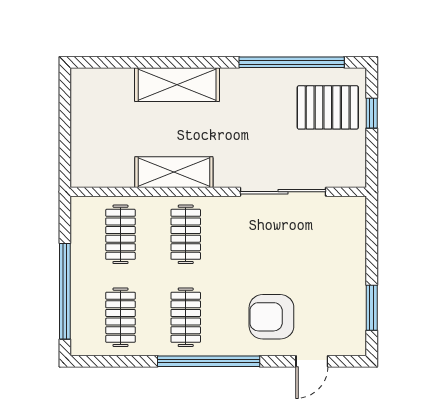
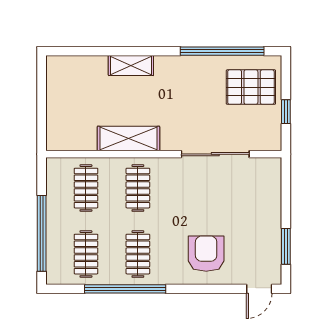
shelving: (177, 85) -> (131, 66), width x0.67, depth x0.75
window: (372, 113) -> (286, 112), moved
armchair: (271, 317) -> (206, 254), turned 90
window: (209, 361) -> (125, 289), moved
door: (312, 361) -> (259, 289), moved

